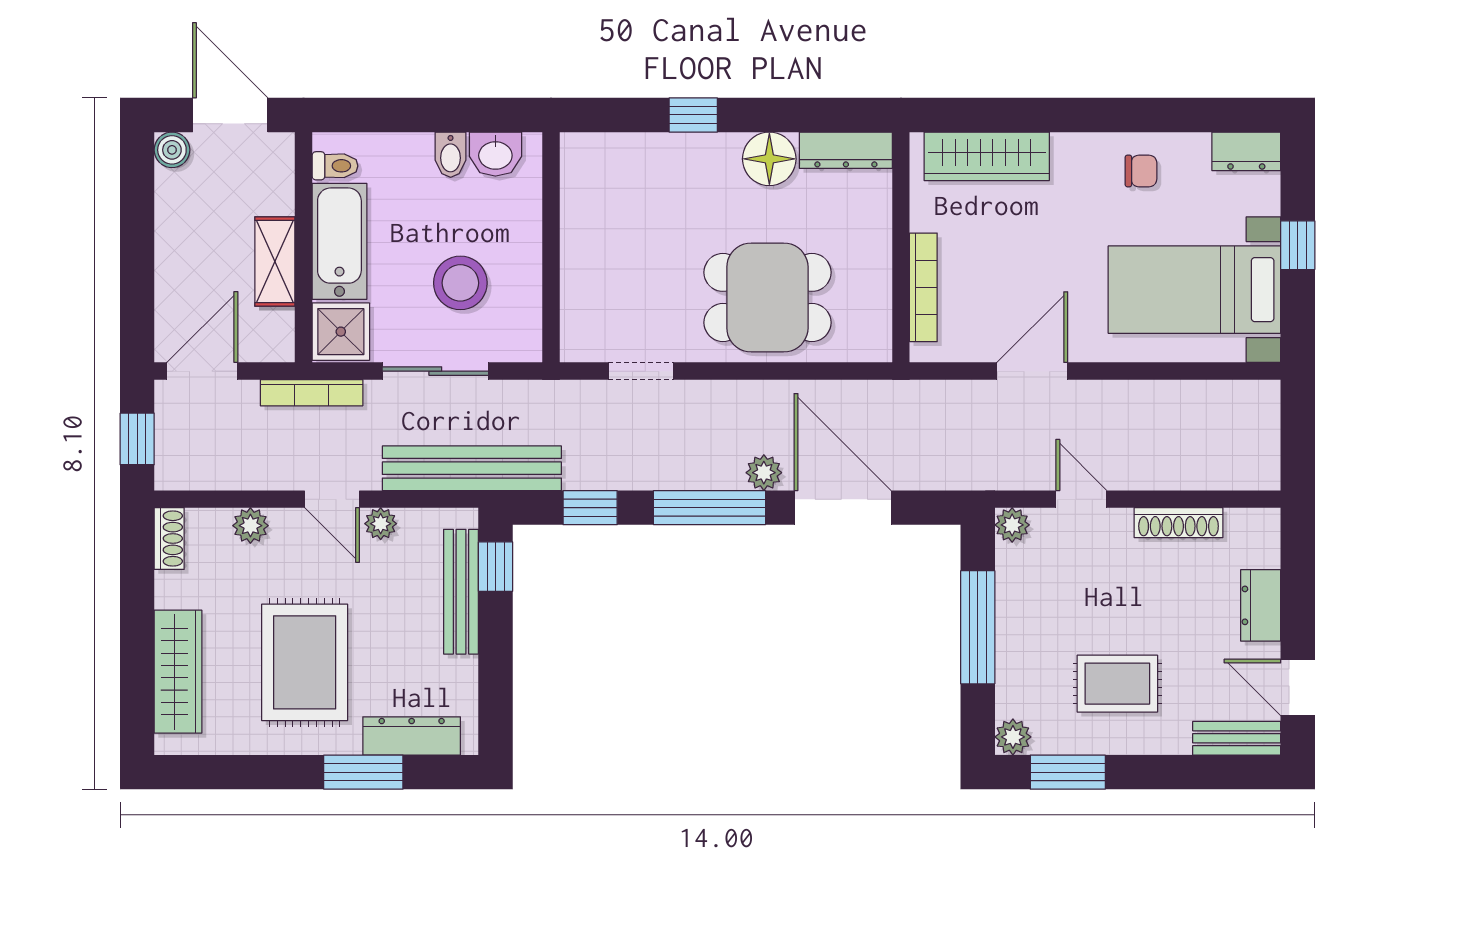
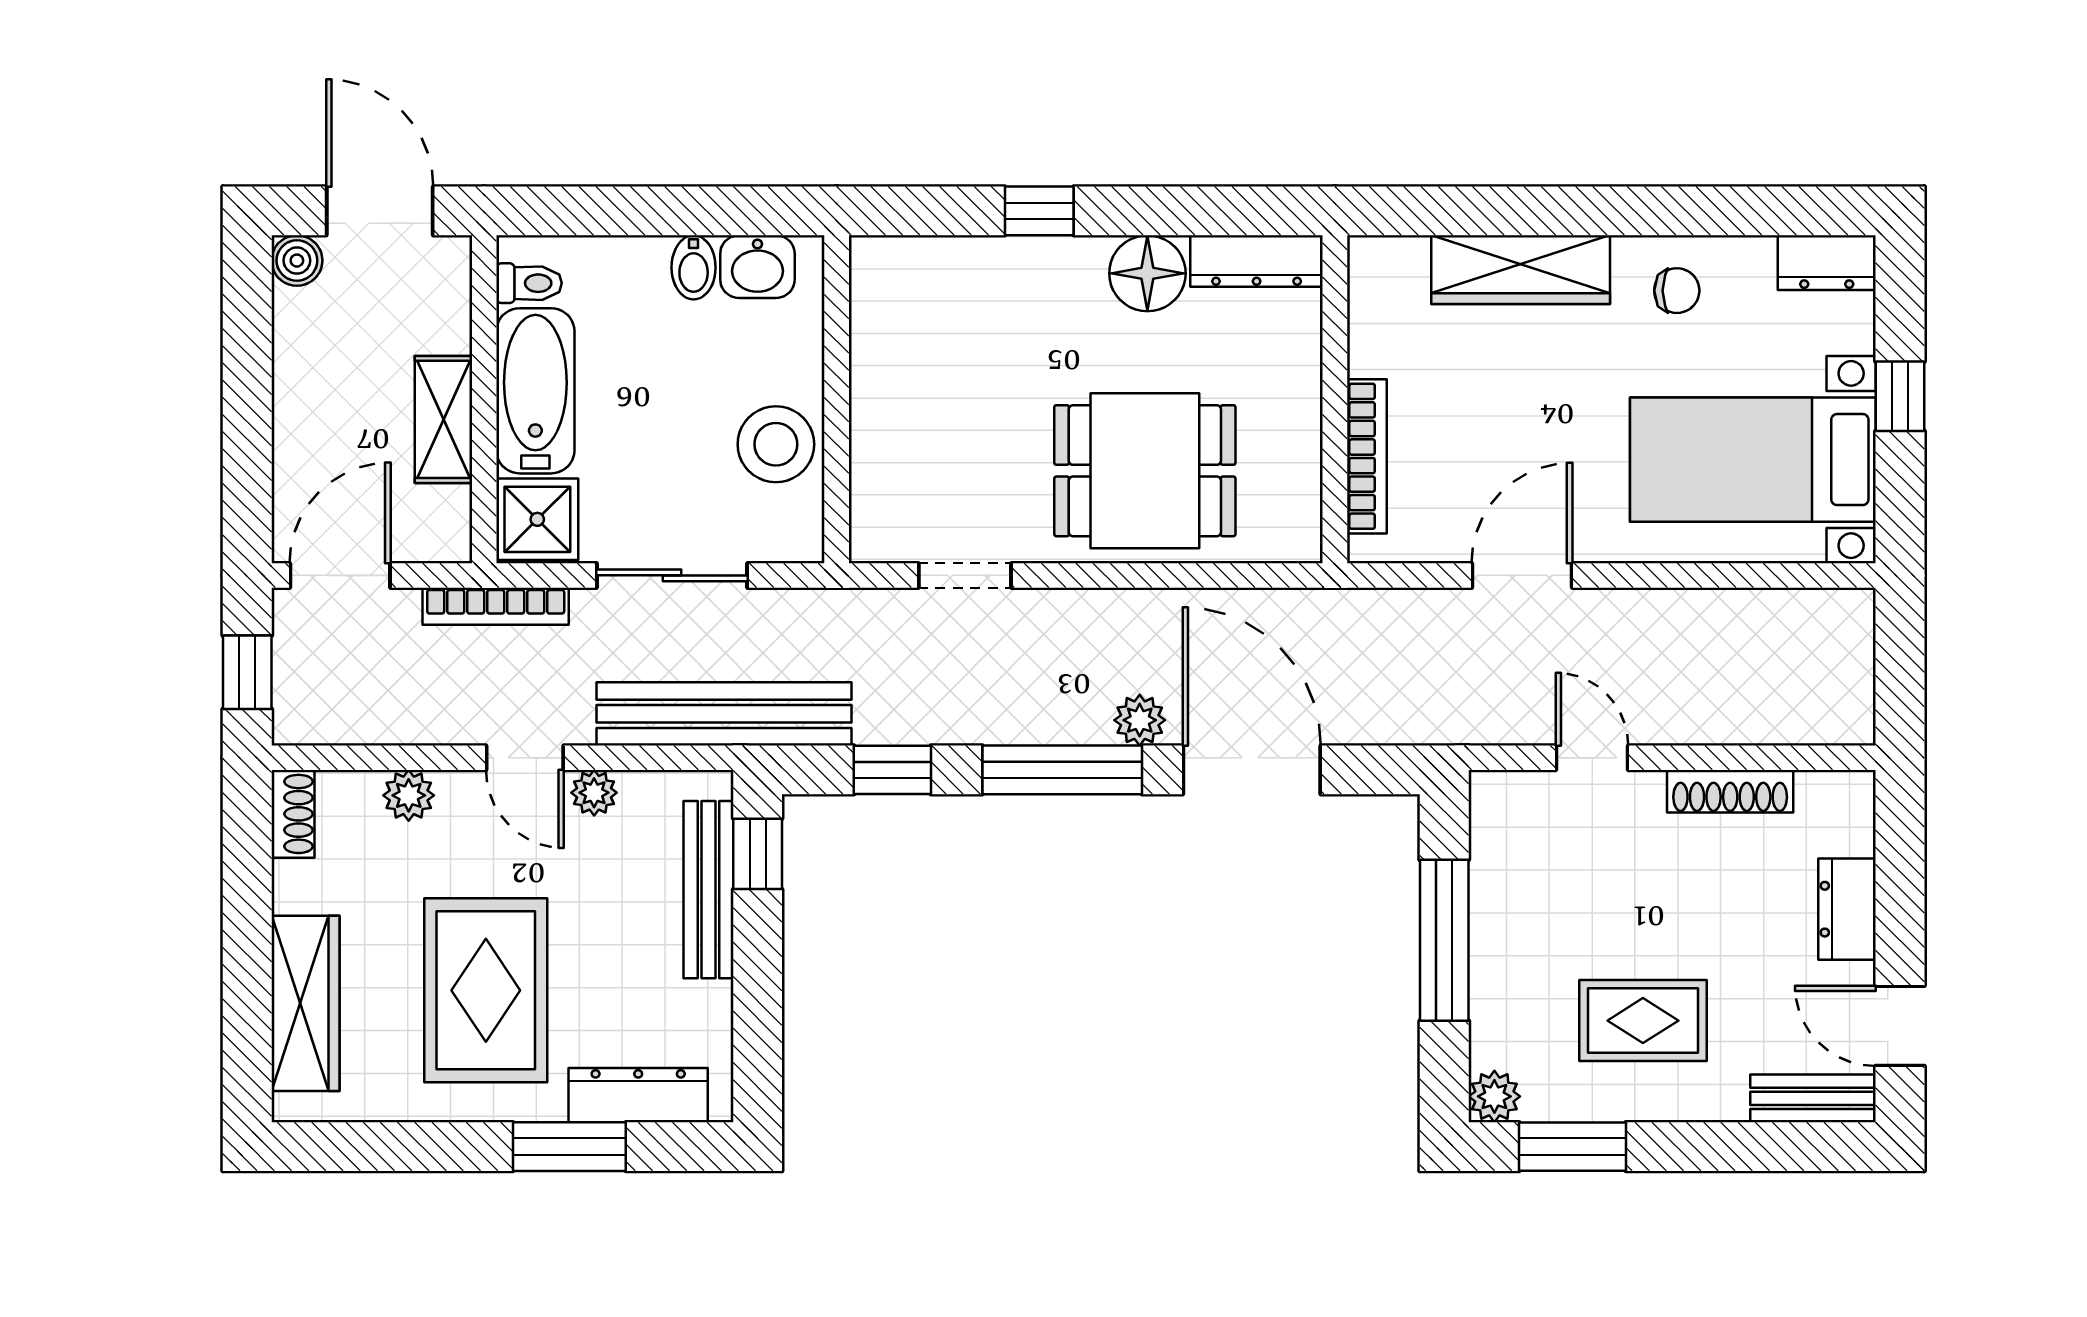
wardrobe: (987, 156) -> (1521, 270), moved
stool: (460, 283) -> (776, 444), moved
plant: (1012, 525) -> (1493, 795), removed

